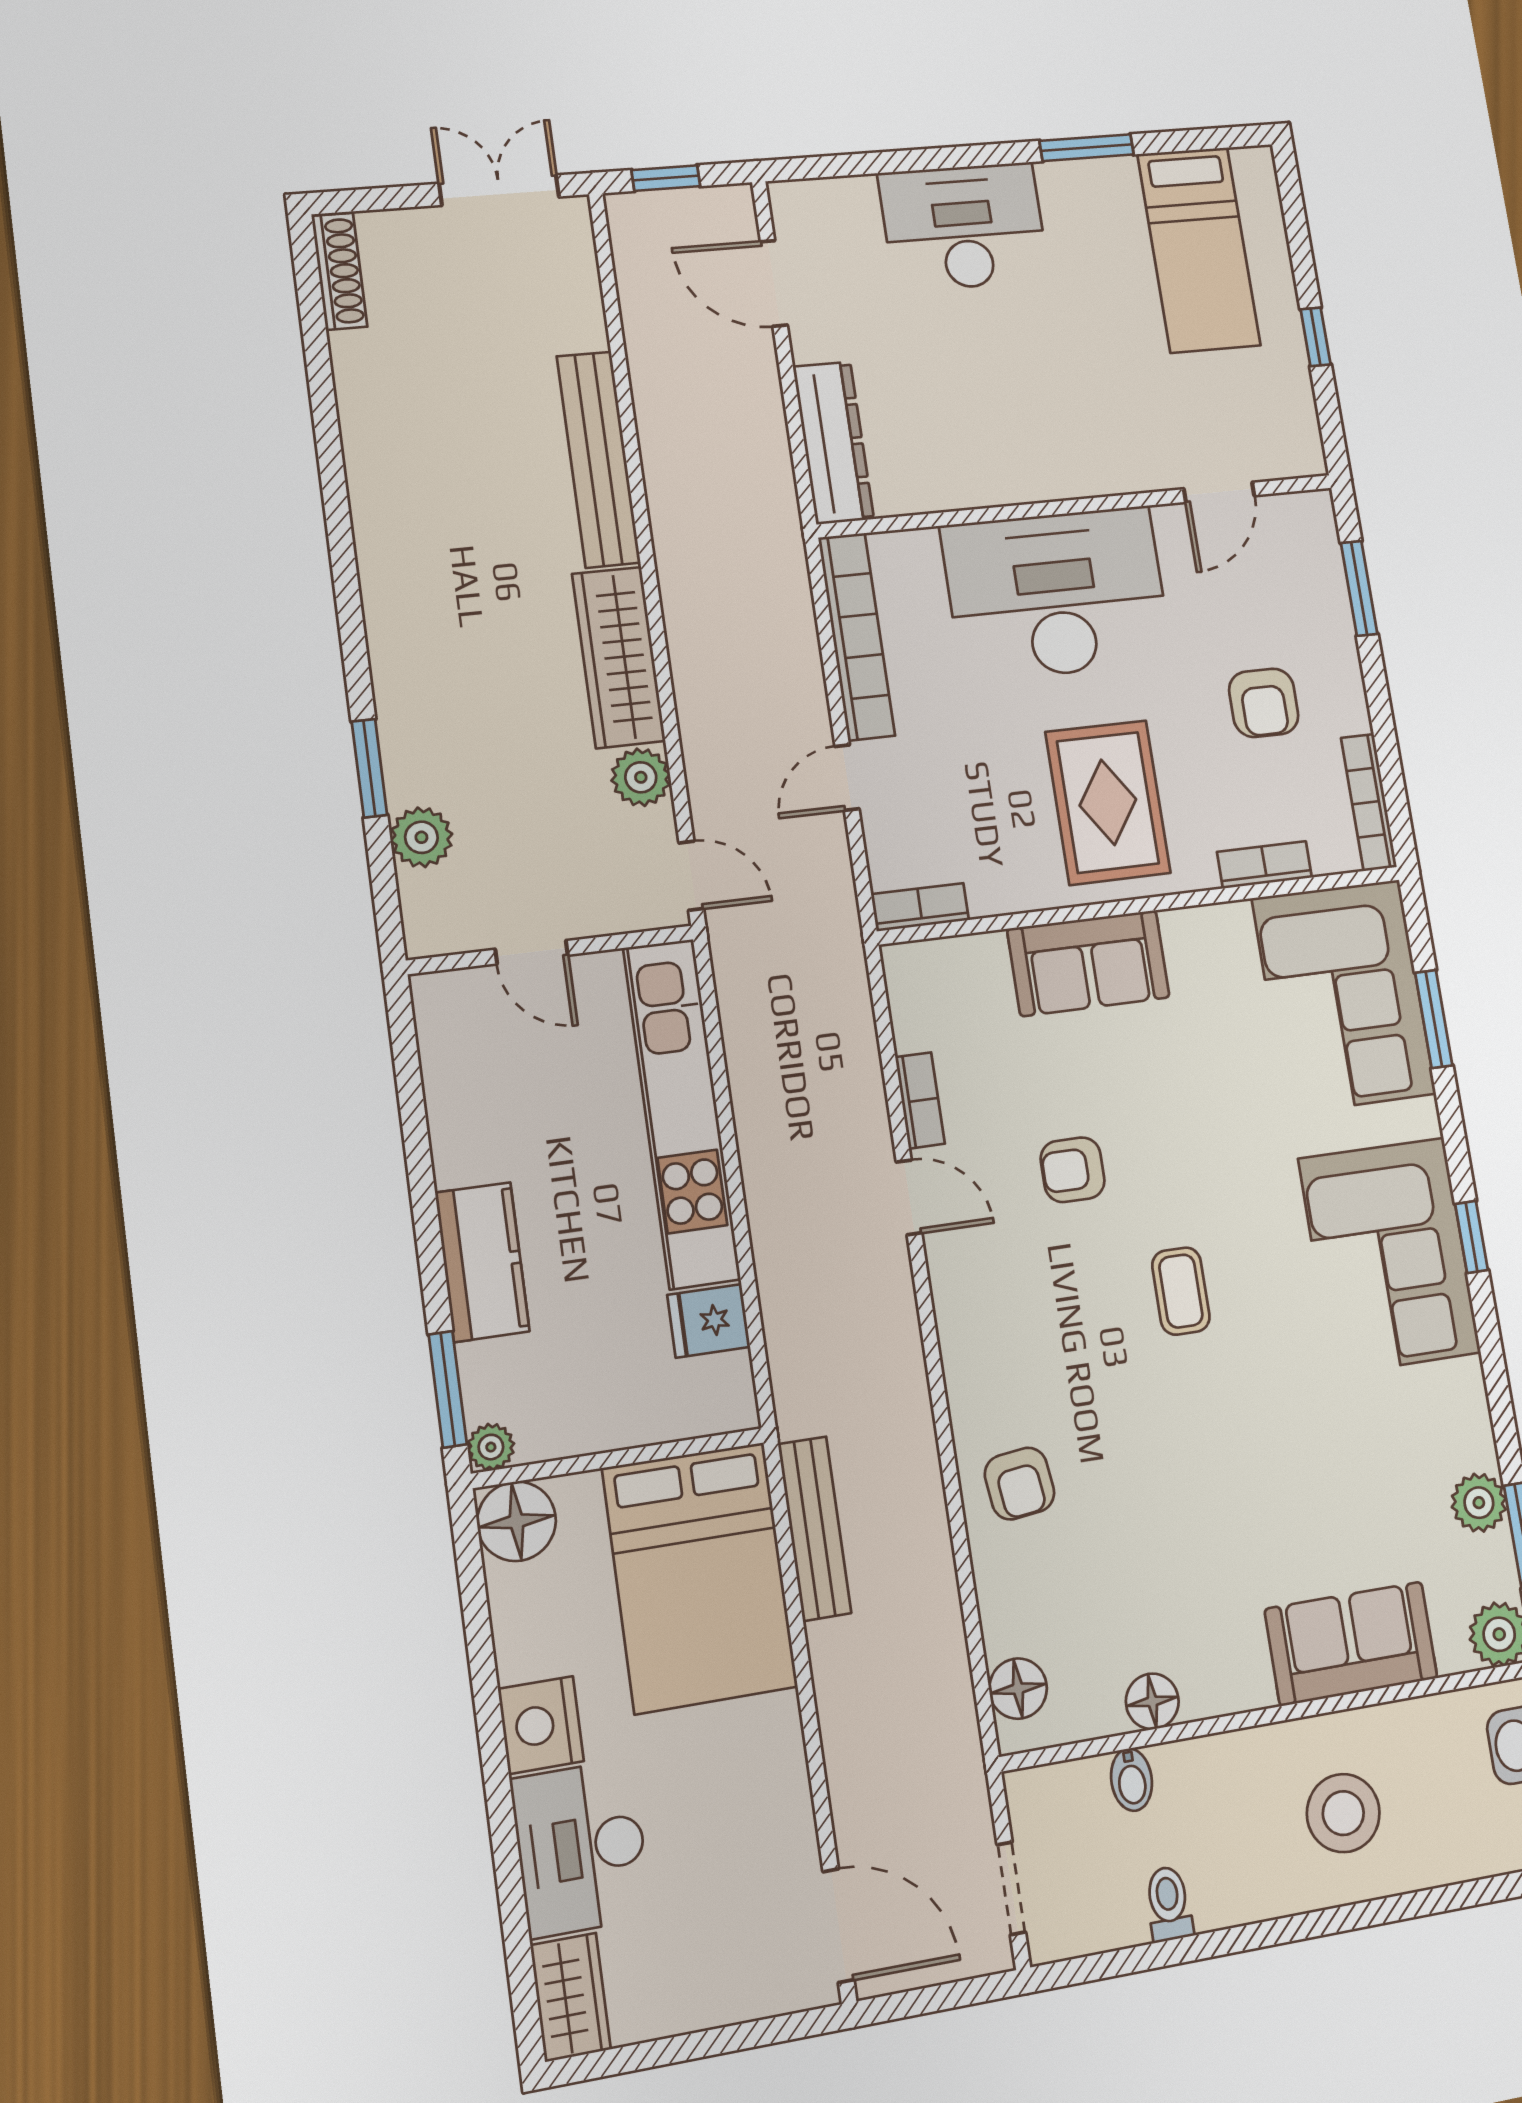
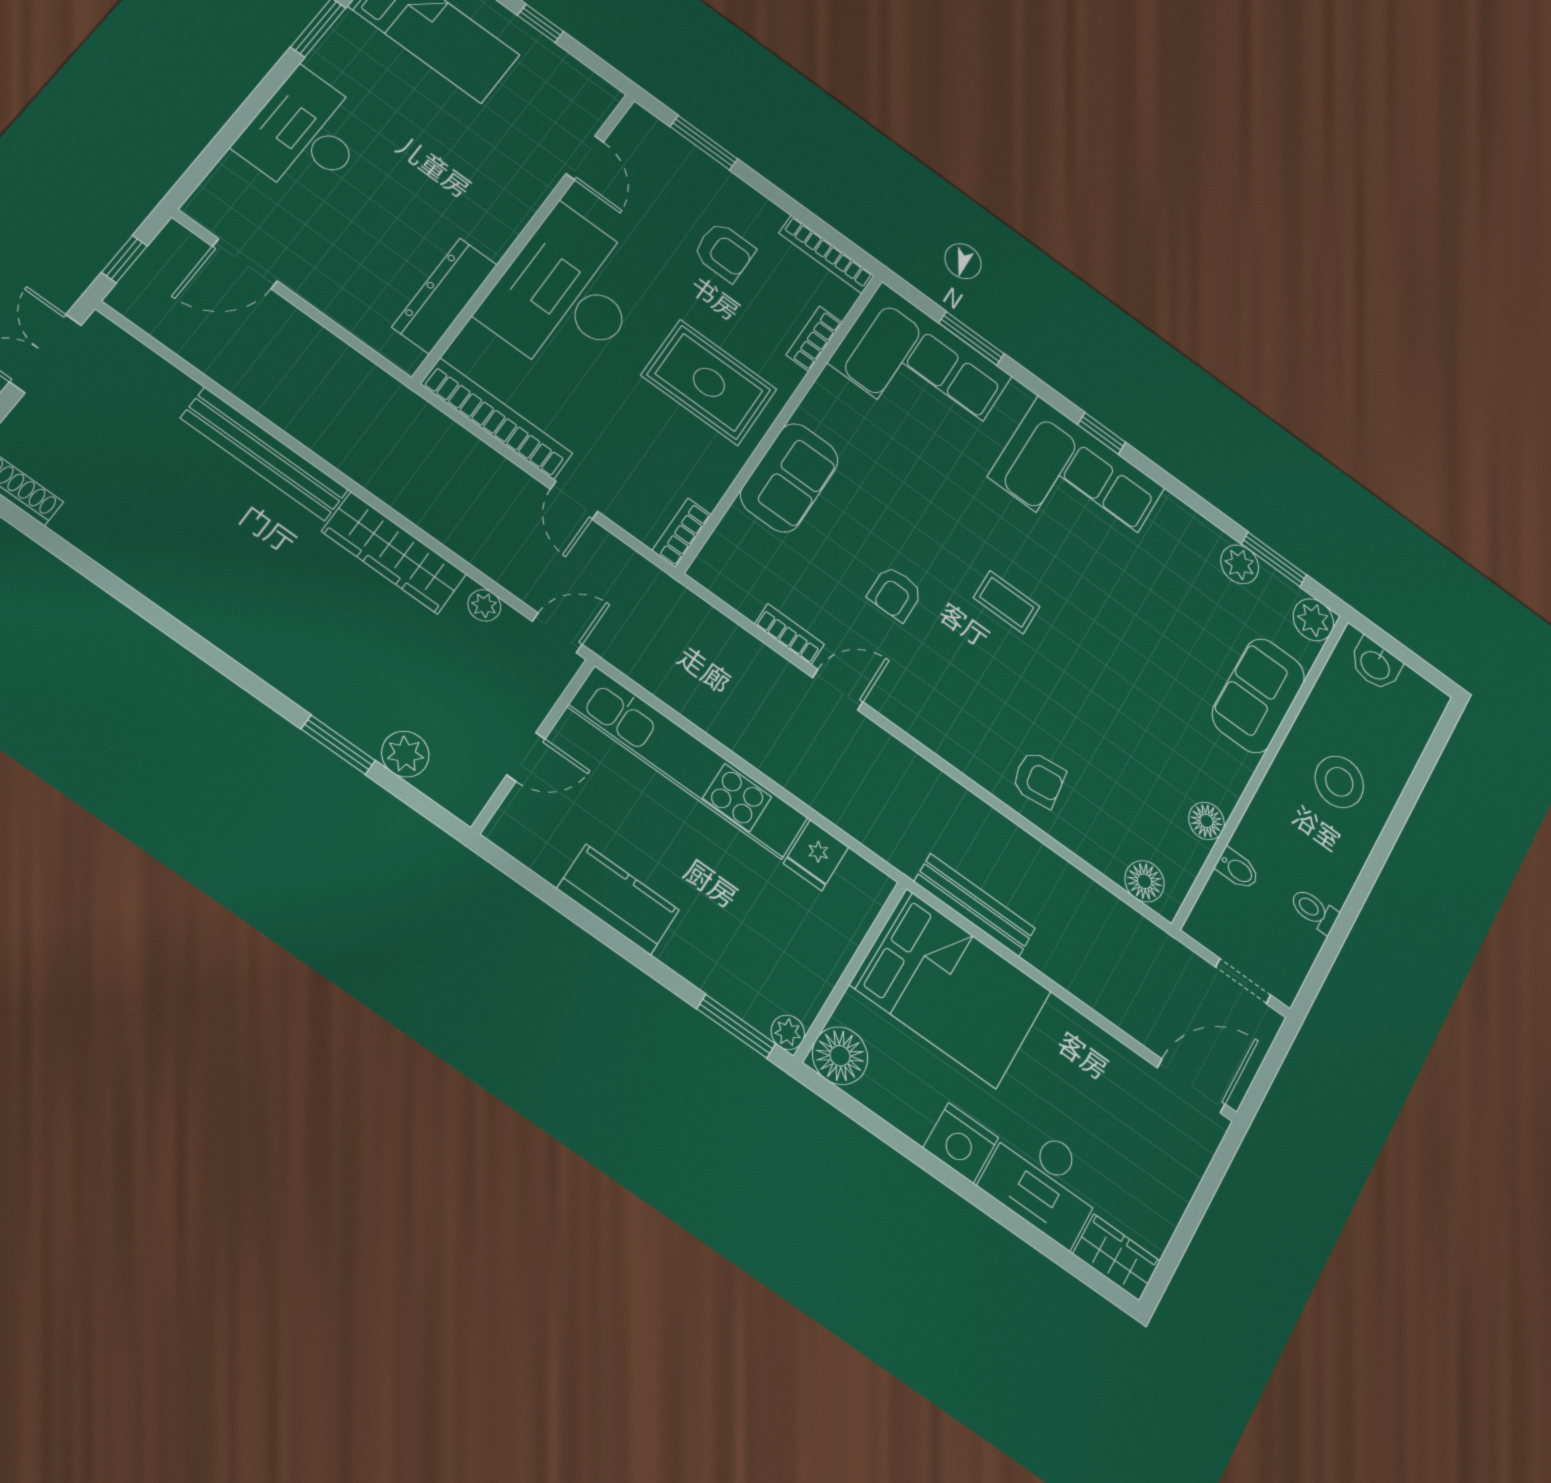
dresser: (833, 443) -> (445, 296), moved, turned -90
plant: (641, 777) -> (484, 605), width x0.73, depth x0.73
kitchen counter: (482, 1262) -> (618, 899), moved

